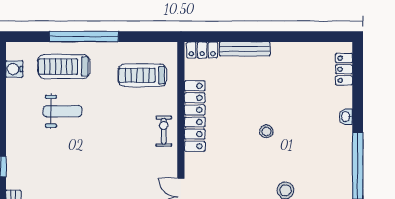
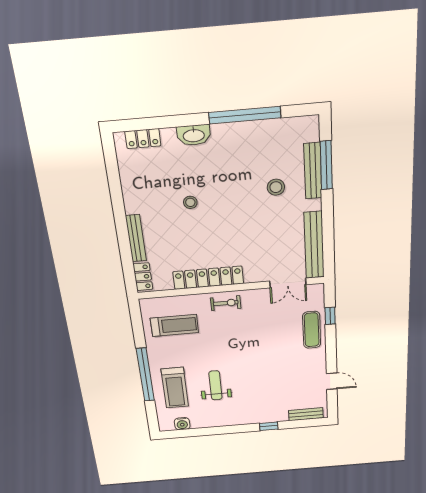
treadmill: (142, 75) -> (174, 325), turned -90
washbasin: (346, 117) -> (194, 135), width x1.91, depth x1.45
exercise bike: (164, 131) -> (226, 303), turned 180
stool: (266, 131) -> (190, 202), moved

